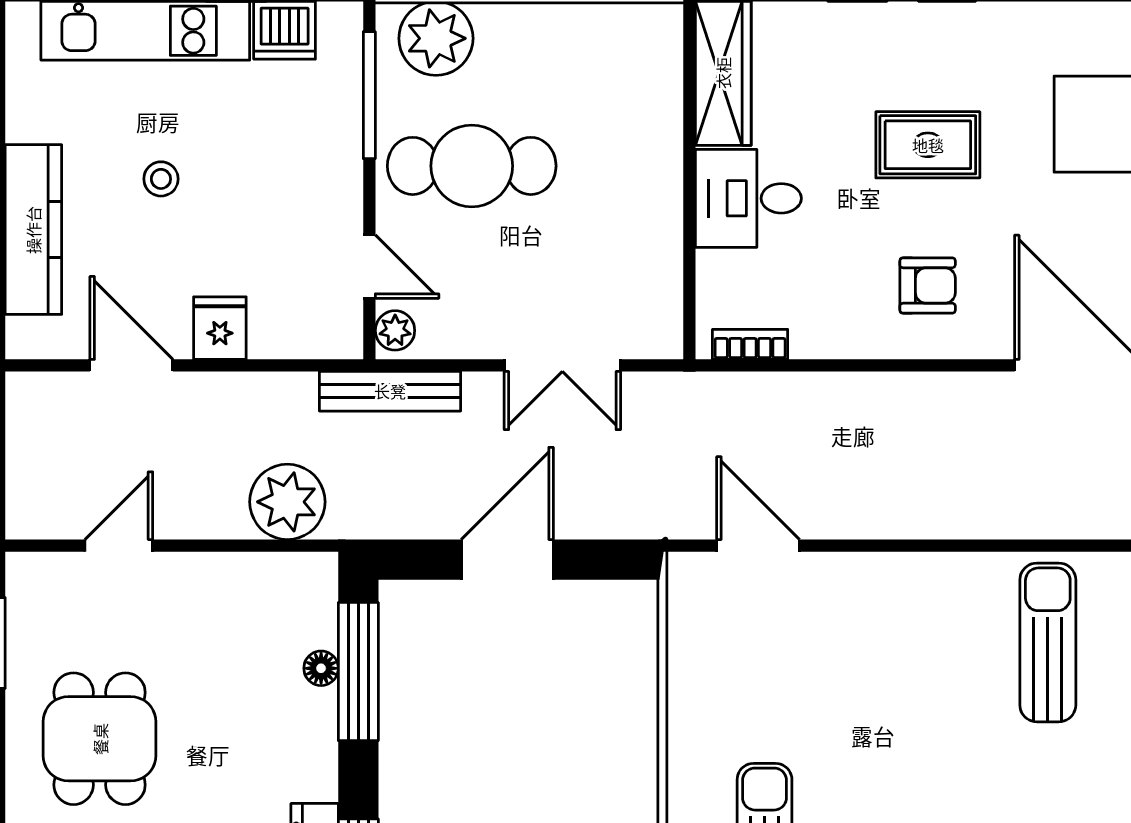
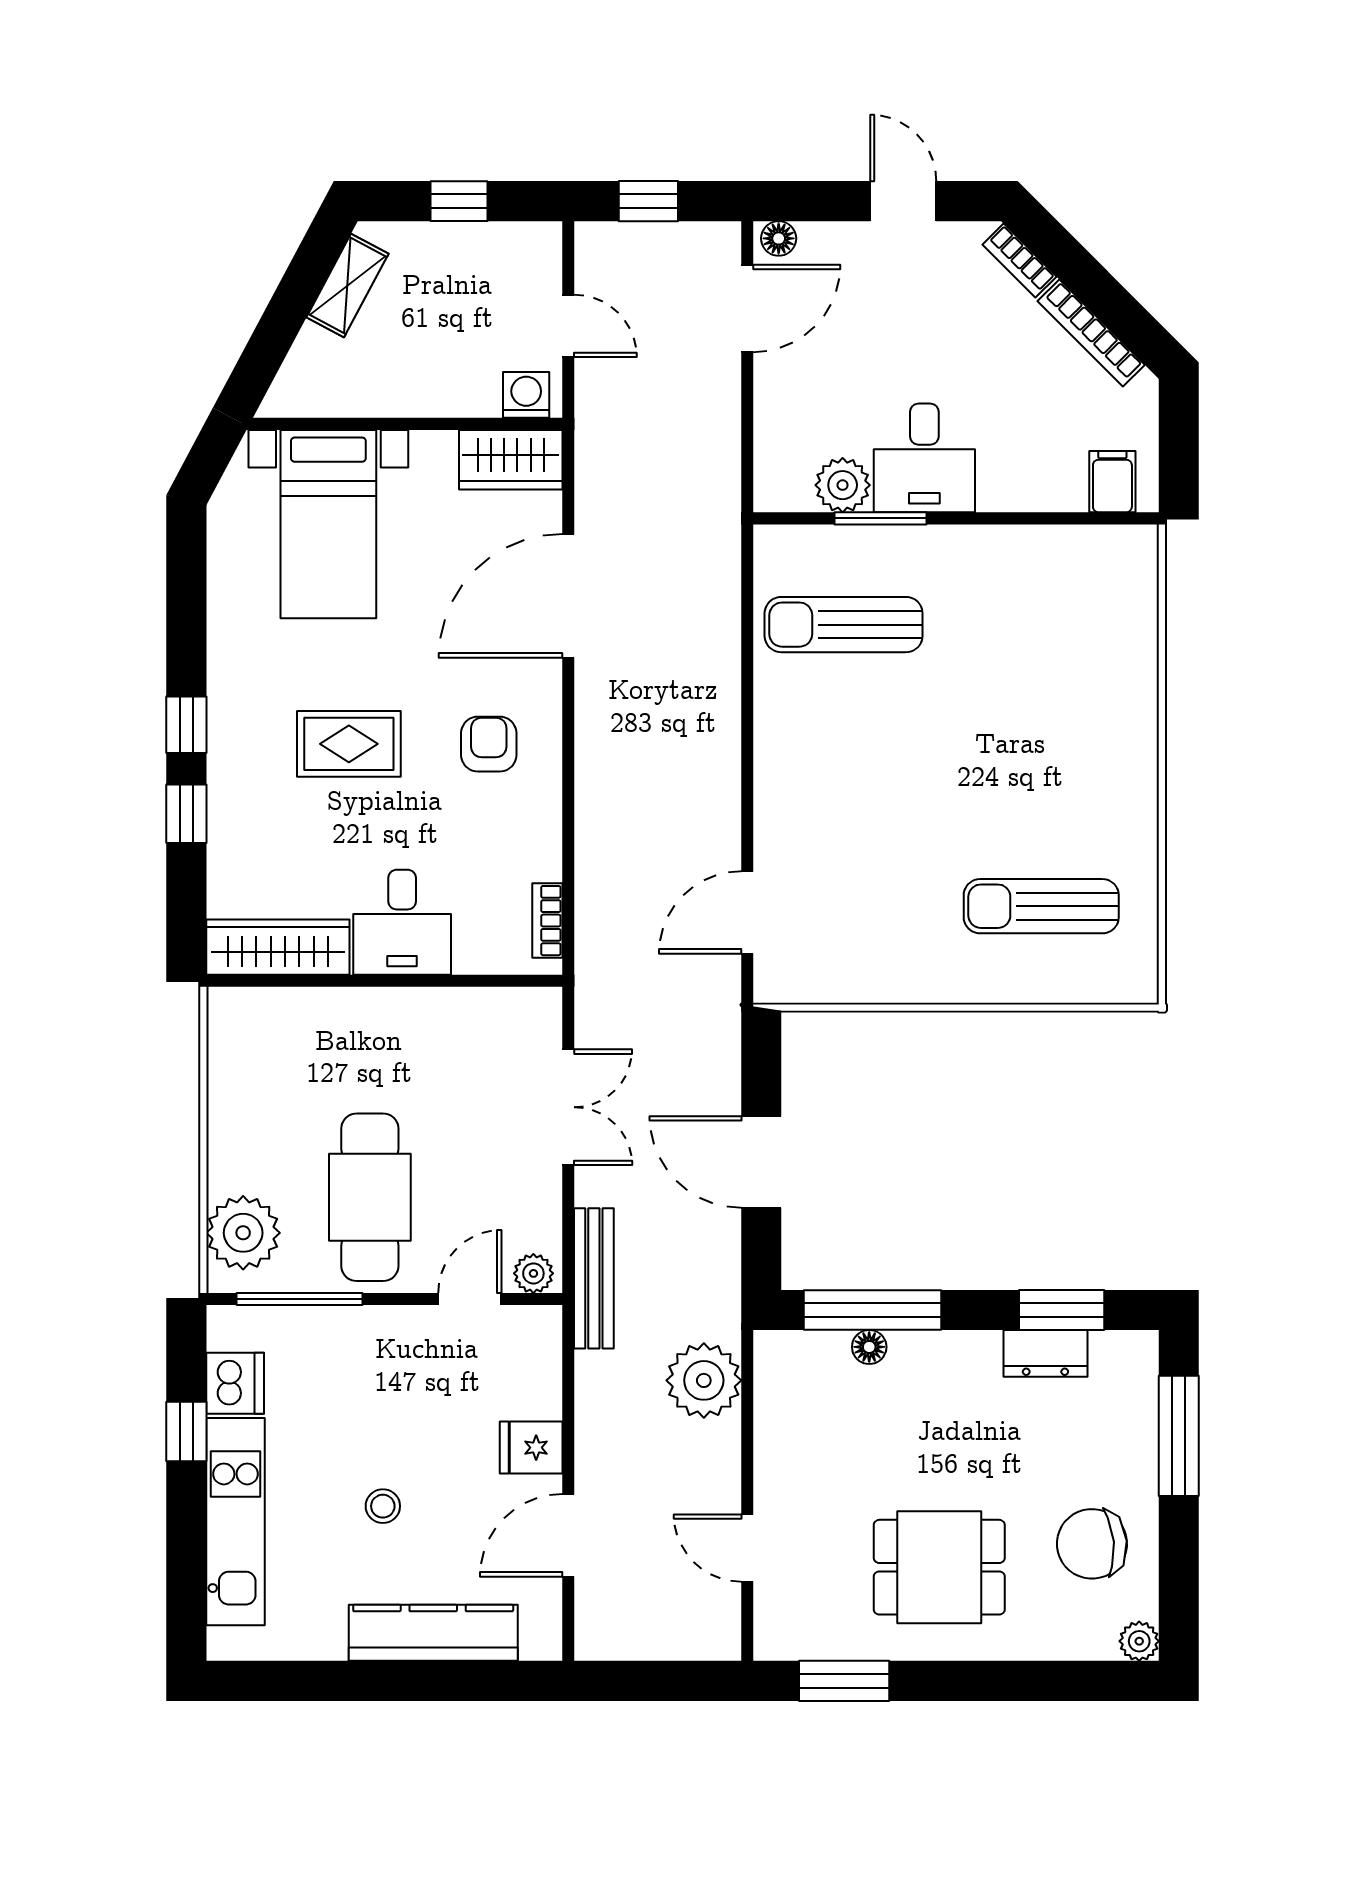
rug: (928, 145) -> (349, 744), turned 90

